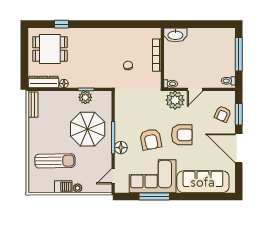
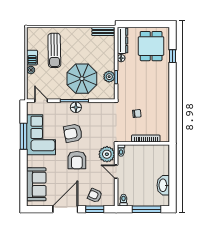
washbasin: (175, 35) -> (163, 185), moved
floor lamp: (121, 148) -> (76, 107), moved
sofa: (203, 182) -> (36, 184), width x0.73

